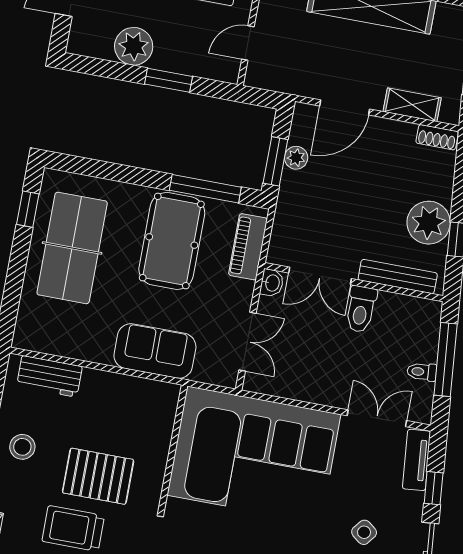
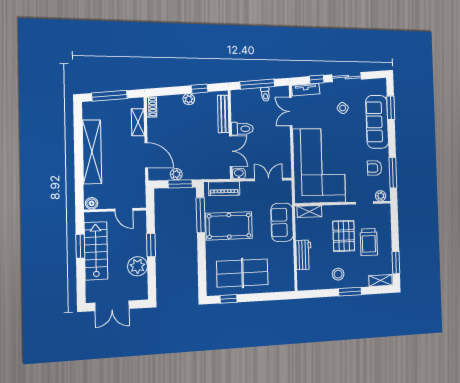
plant: (429, 223) -> (189, 99), width x0.53, depth x0.53
workbench: (49, 376) -> (304, 255), moved
shelving: (164, 414) -> (309, 211), added

